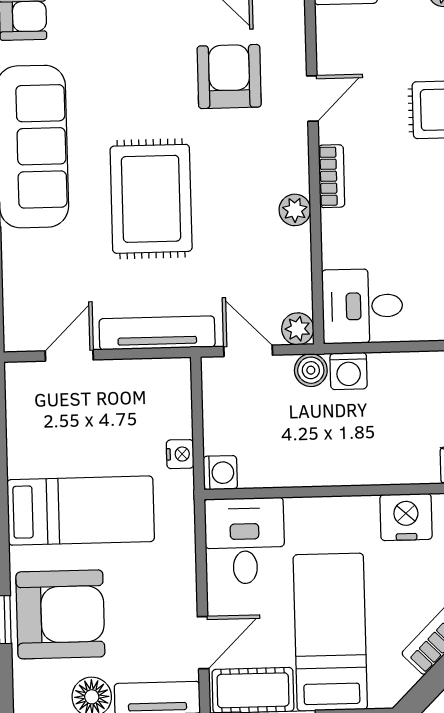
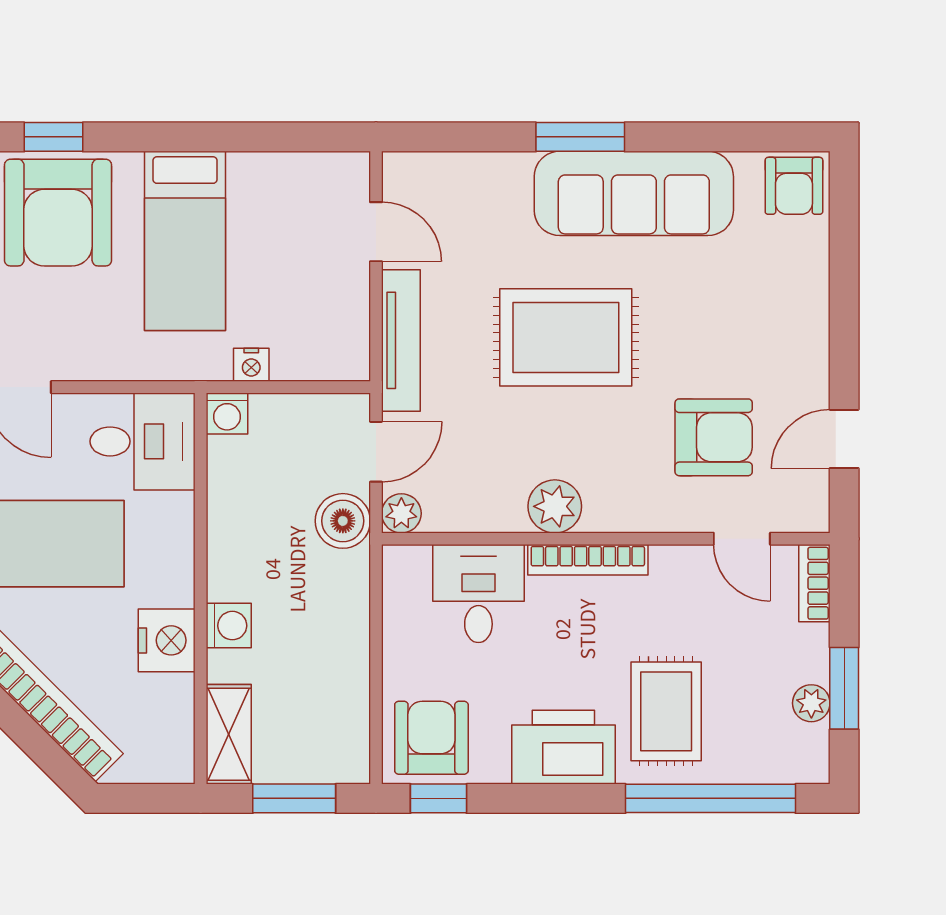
door: (312, 99) -> (742, 539), moved
bookcase: (331, 176) -> (588, 560), width x1.56
plant: (295, 210) -> (555, 506), width x1.38, depth x1.38
desk: (362, 306) -> (478, 594), moved
boiler: (311, 370) -> (343, 521), width x1.36, depth x1.36
washing machine: (349, 371) -> (229, 626), moved, turned 180

